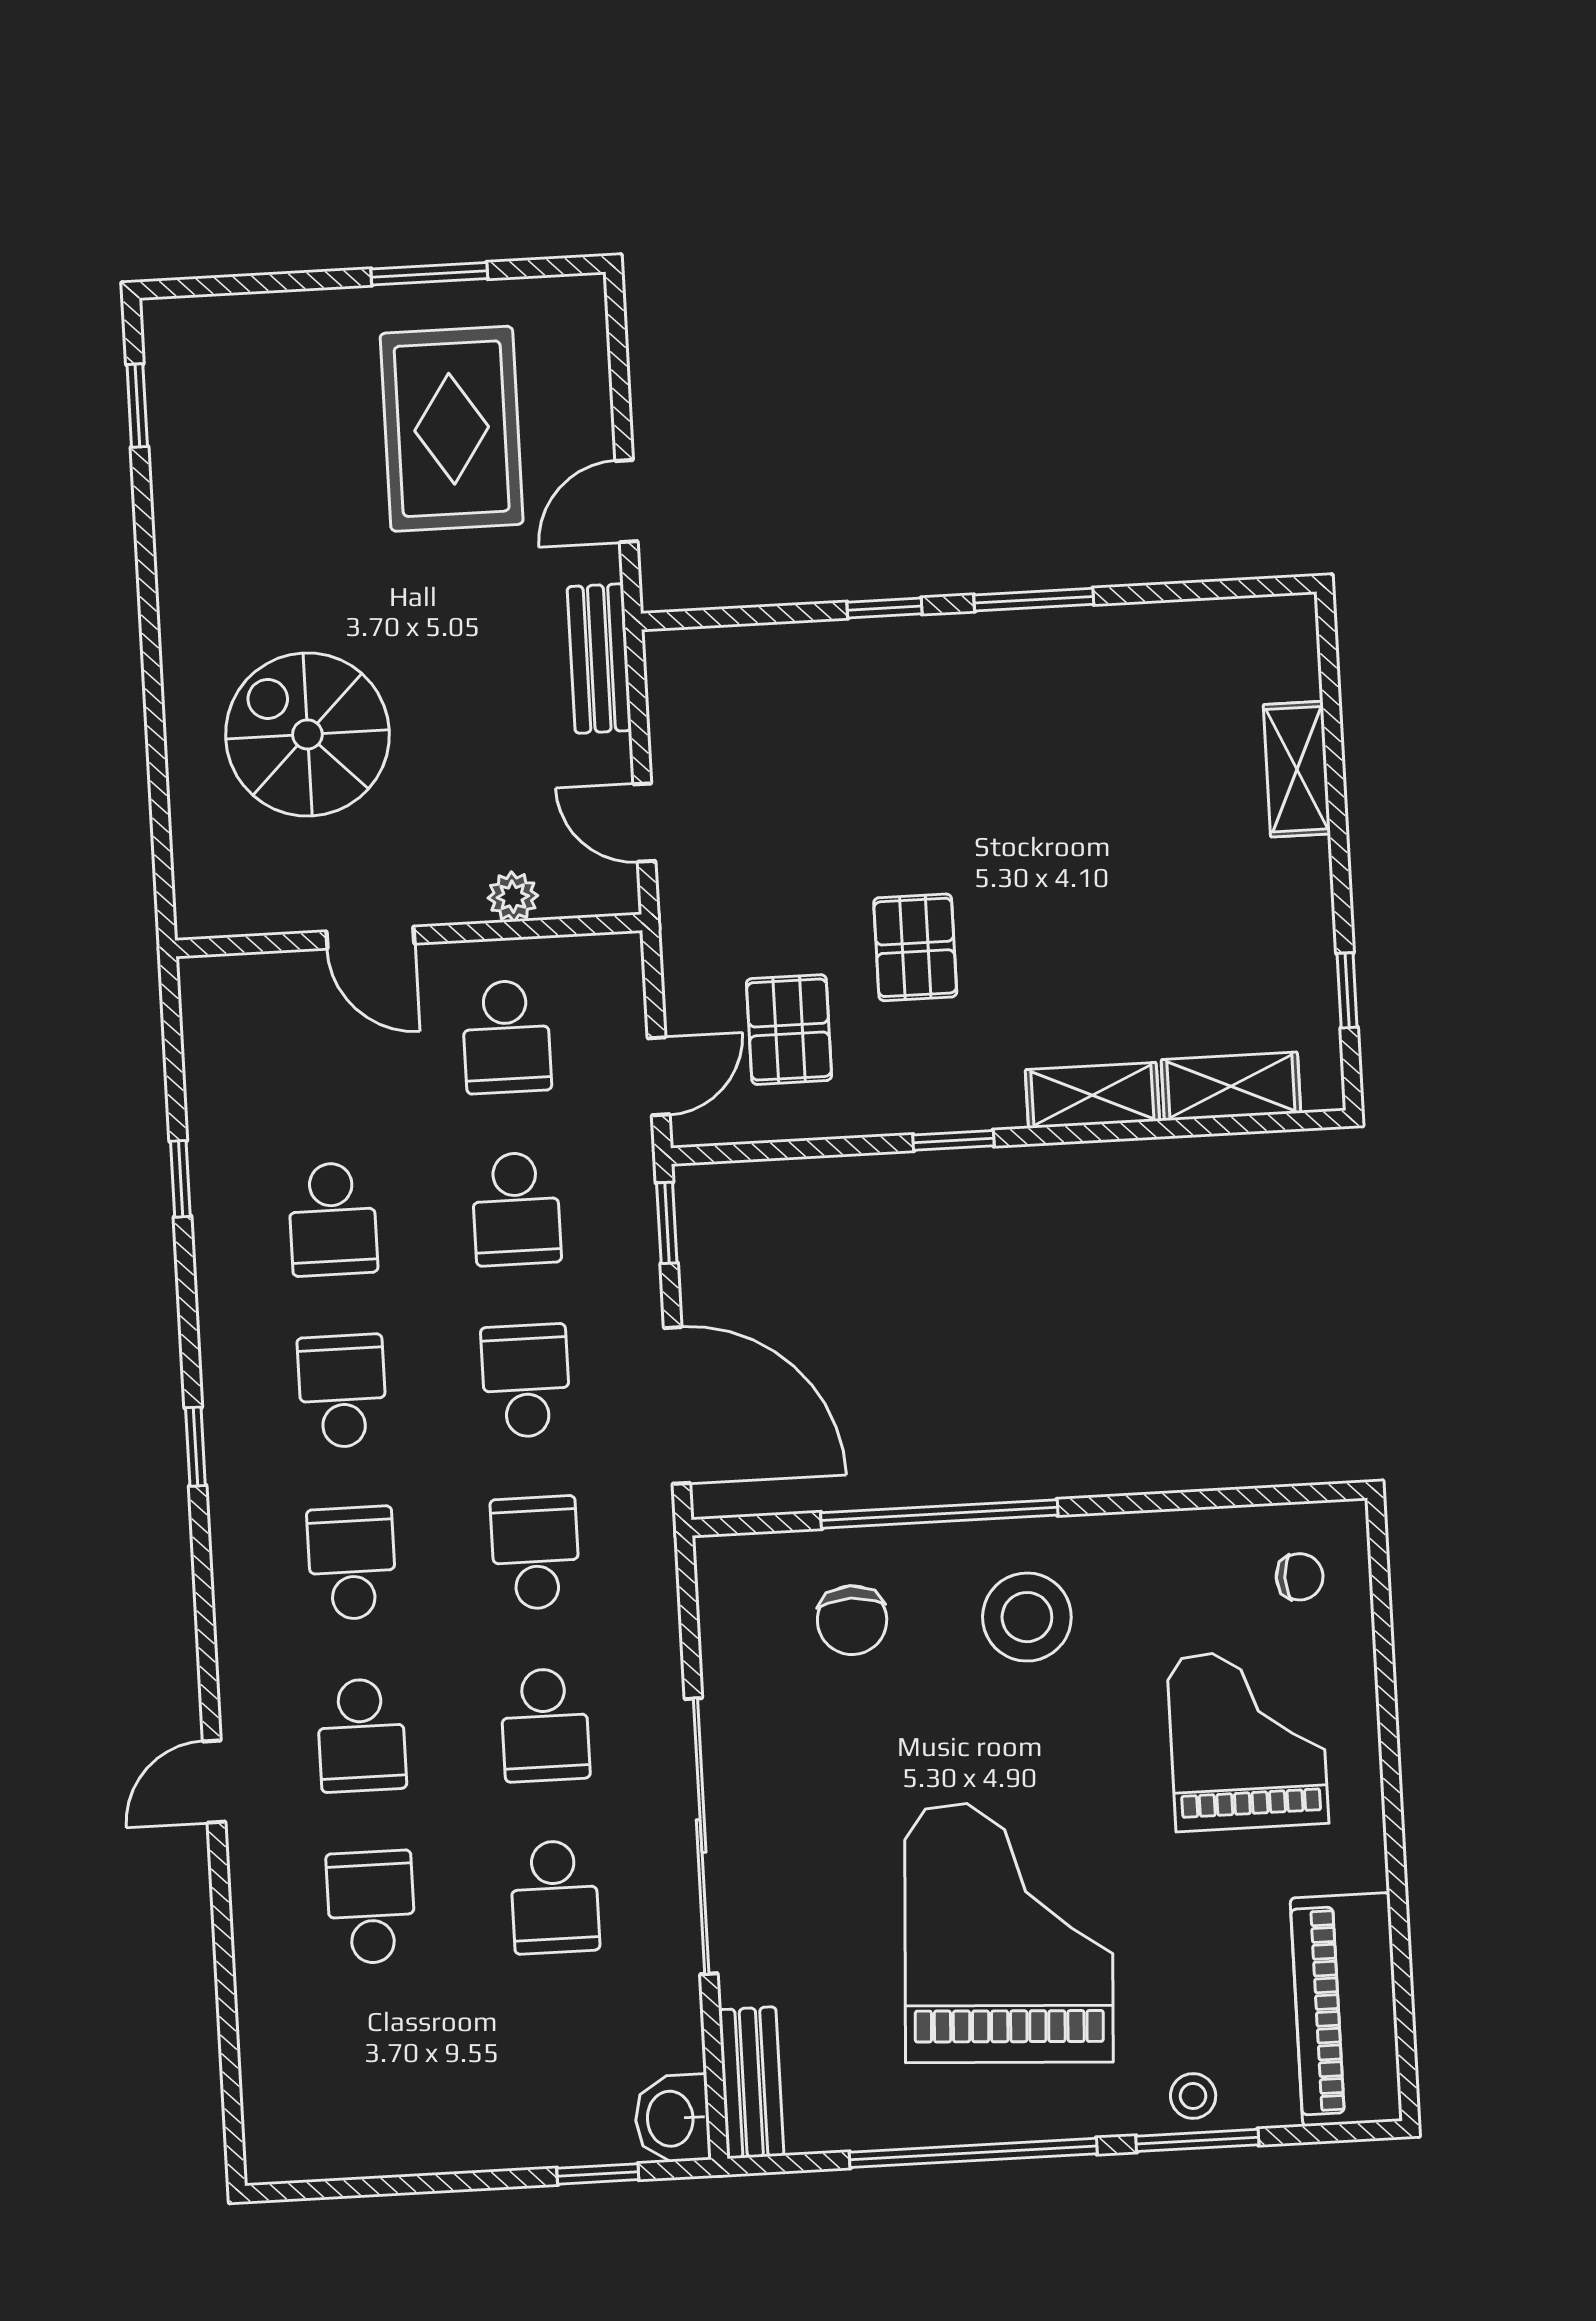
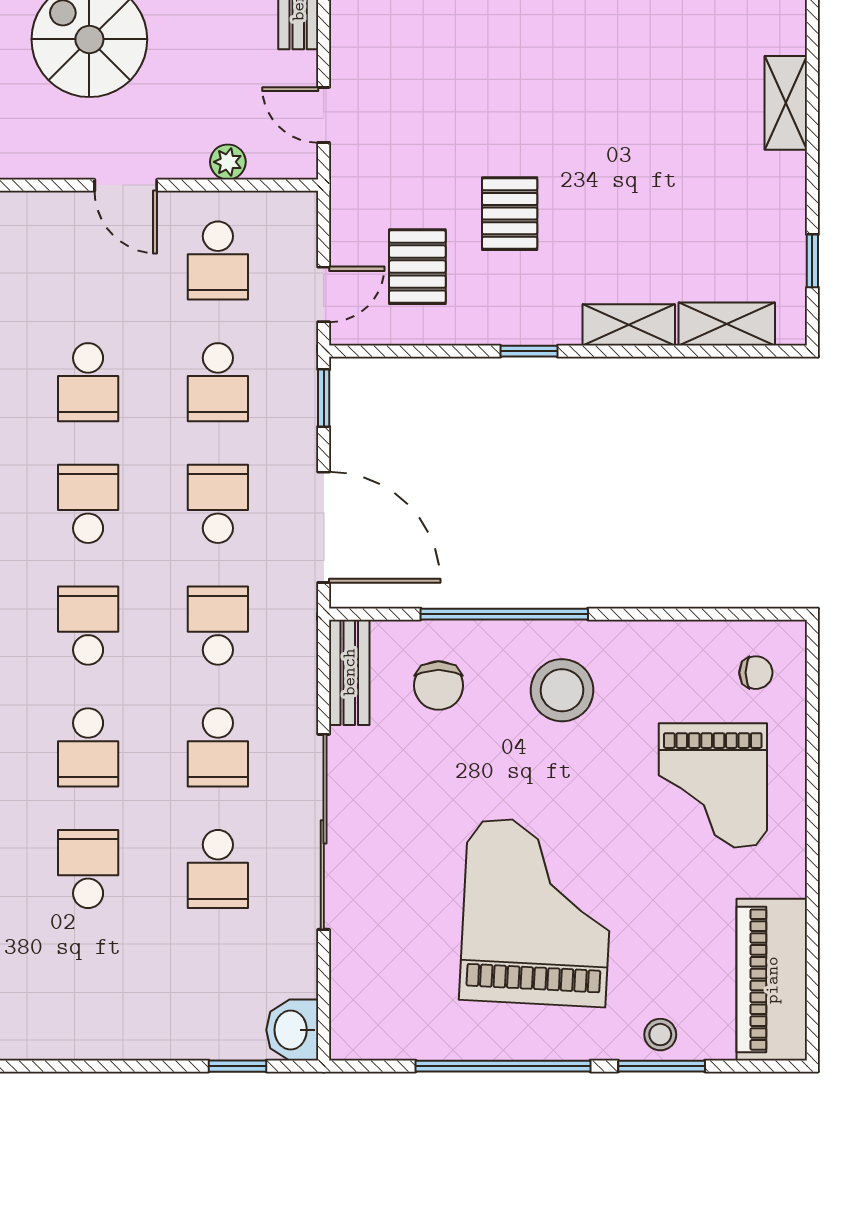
grand piano: (1248, 1740) -> (713, 785), turned 180
bench: (751, 2083) -> (349, 672), moved

